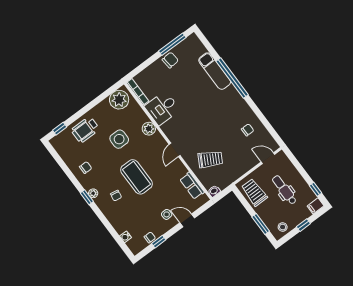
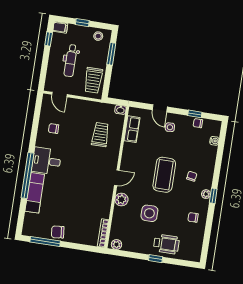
plant: (119, 100) -> (116, 244), width x0.53, depth x0.53
desk: (162, 108) -> (46, 161), moved, turned 180
window: (60, 129) -> (156, 259), moved
door: (175, 150) -> (117, 178), moved
trolley: (210, 159) -> (100, 135), turned 61

